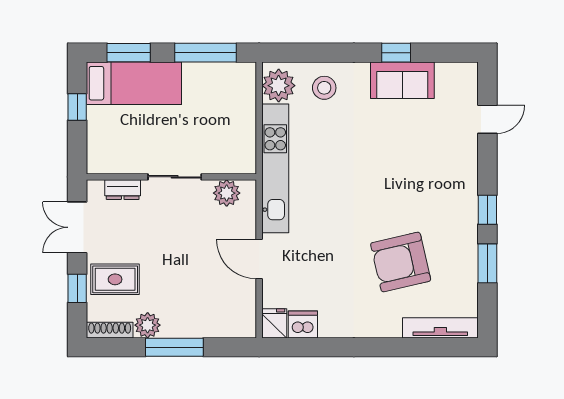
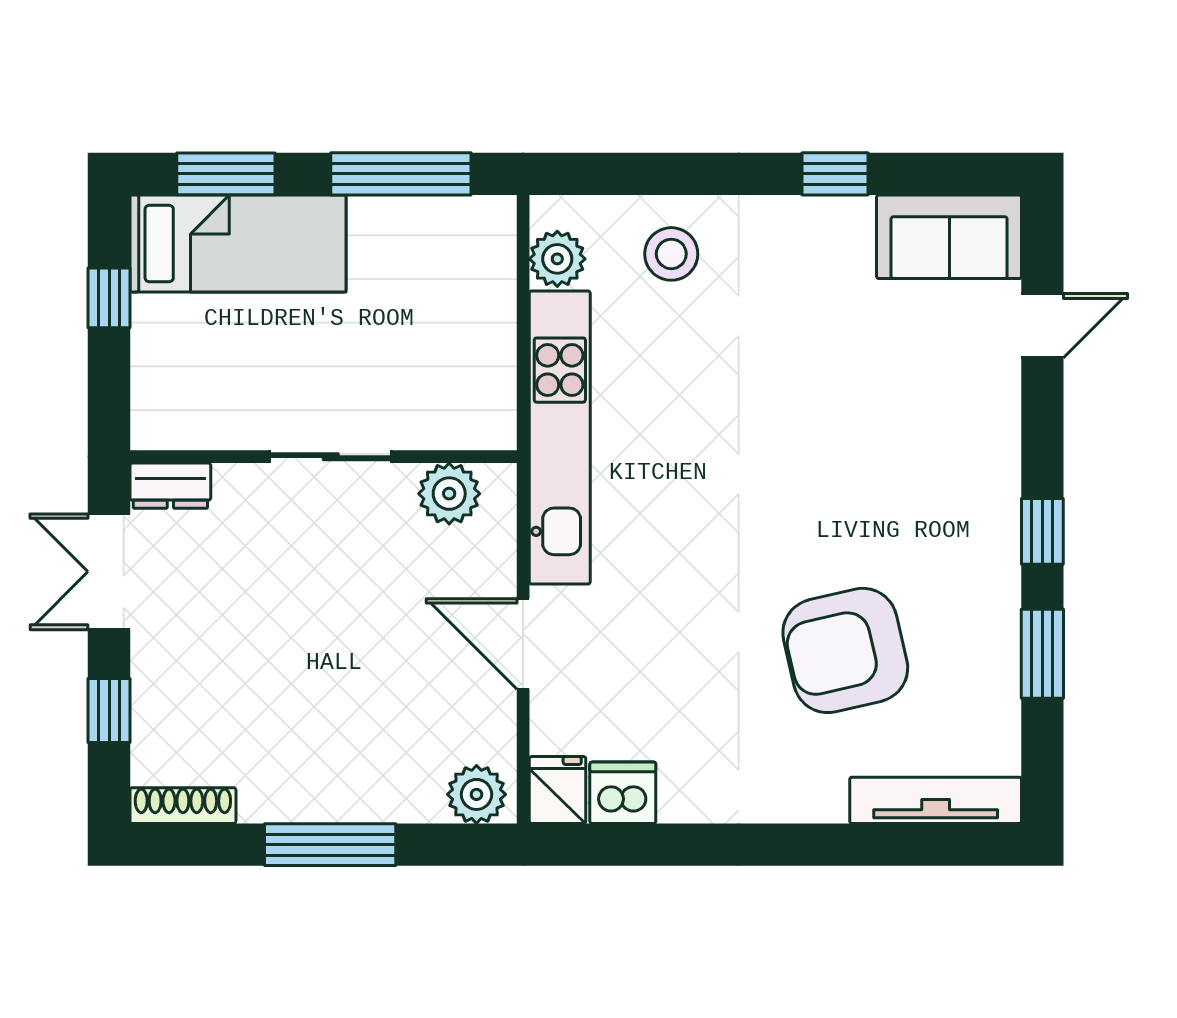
sofa: (402, 80) -> (949, 237), moved
plant: (279, 86) -> (557, 259), width x0.73, depth x0.73
dresser: (123, 190) -> (170, 486), moved
rug: (115, 279) -> (195, 690), removed
plant: (148, 325) -> (476, 794), moved

